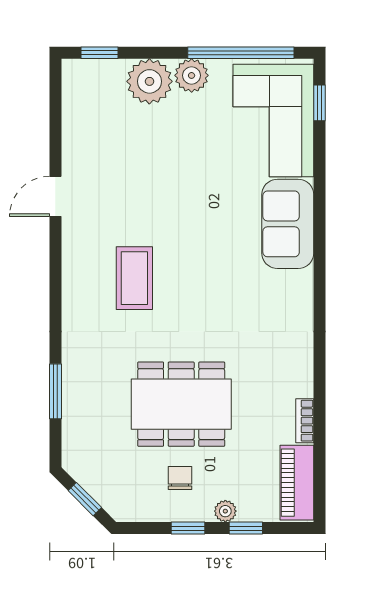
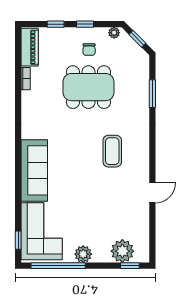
plant: (149, 81) -> (122, 251), moved
sofa: (288, 224) -> (34, 170), width x1.36
plant: (225, 511) -> (114, 33), moved

